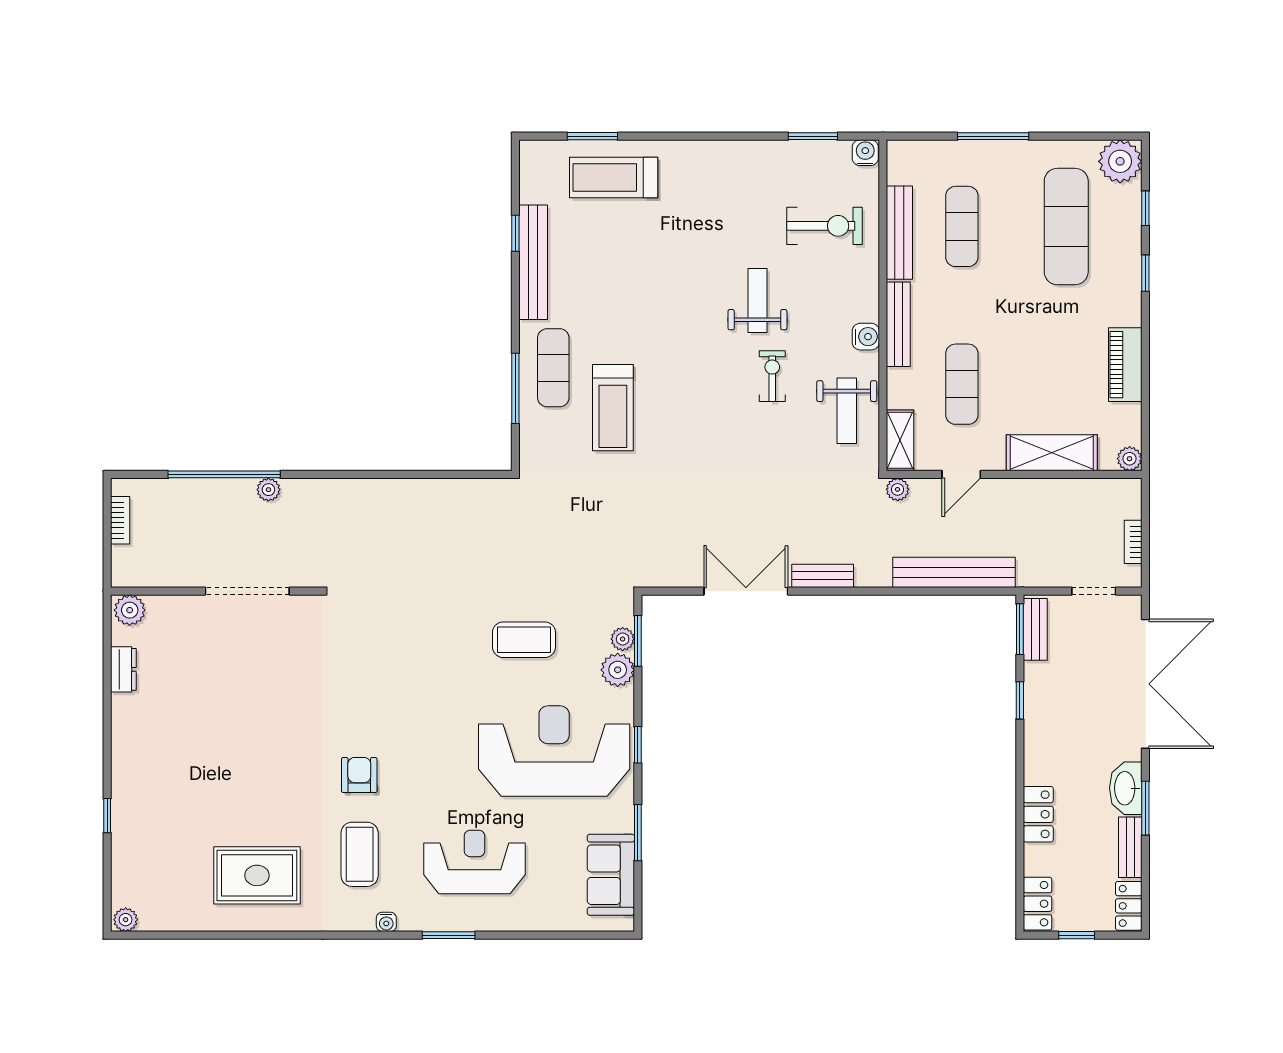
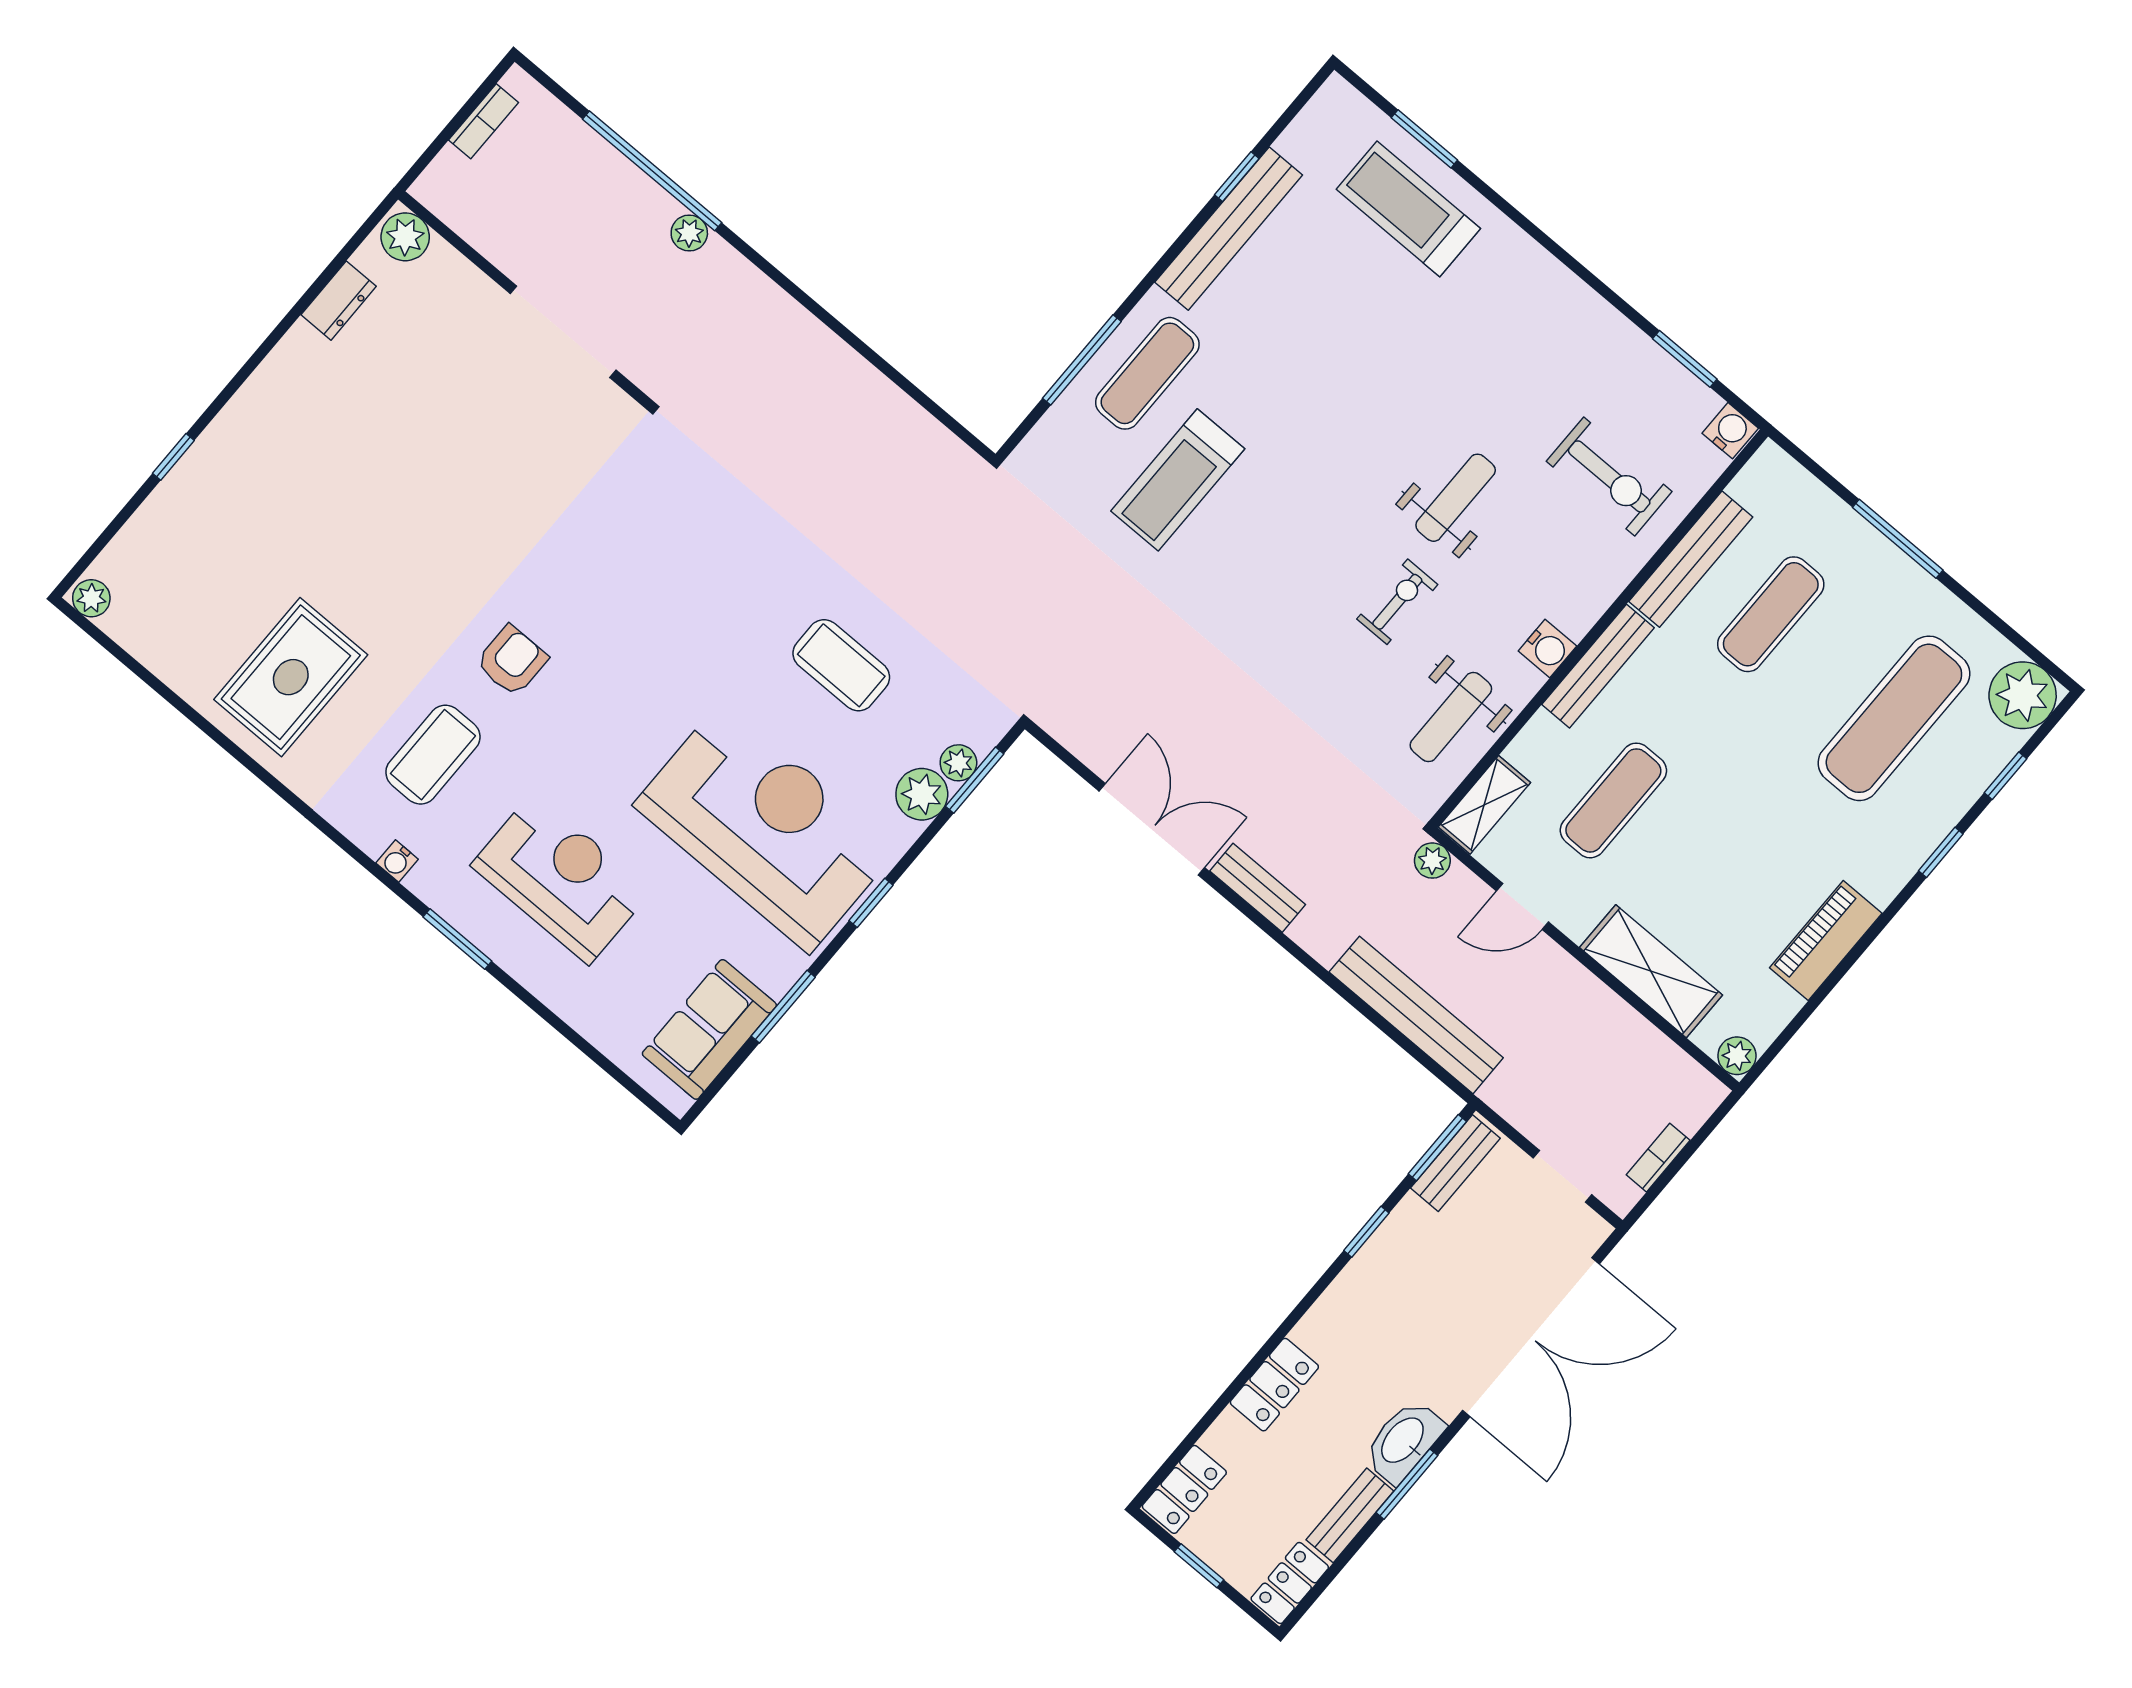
rug: (257, 875) -> (291, 677), turned 90

